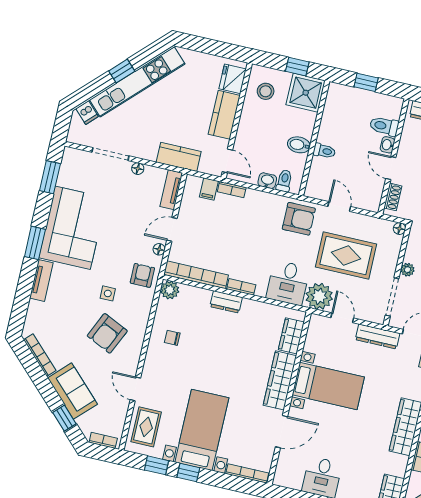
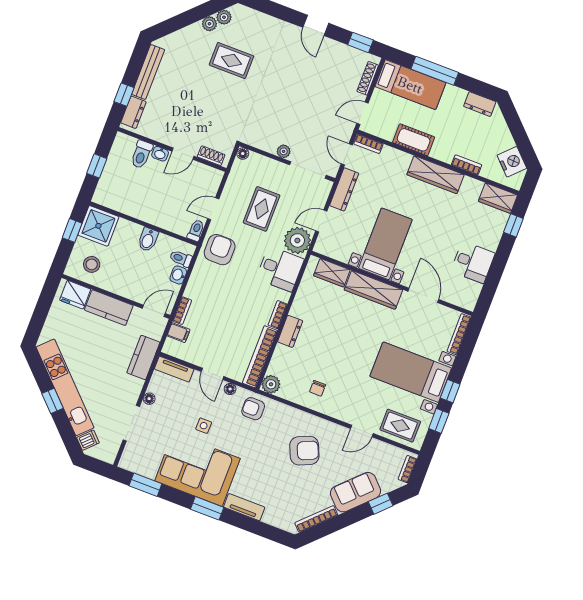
toilet: (324, 151) -> (196, 230), moved
rug: (346, 256) -> (262, 209), width x0.73, depth x0.70
side table: (108, 293) -> (204, 426), moved
armchair: (107, 333) -> (304, 451), turned -49

